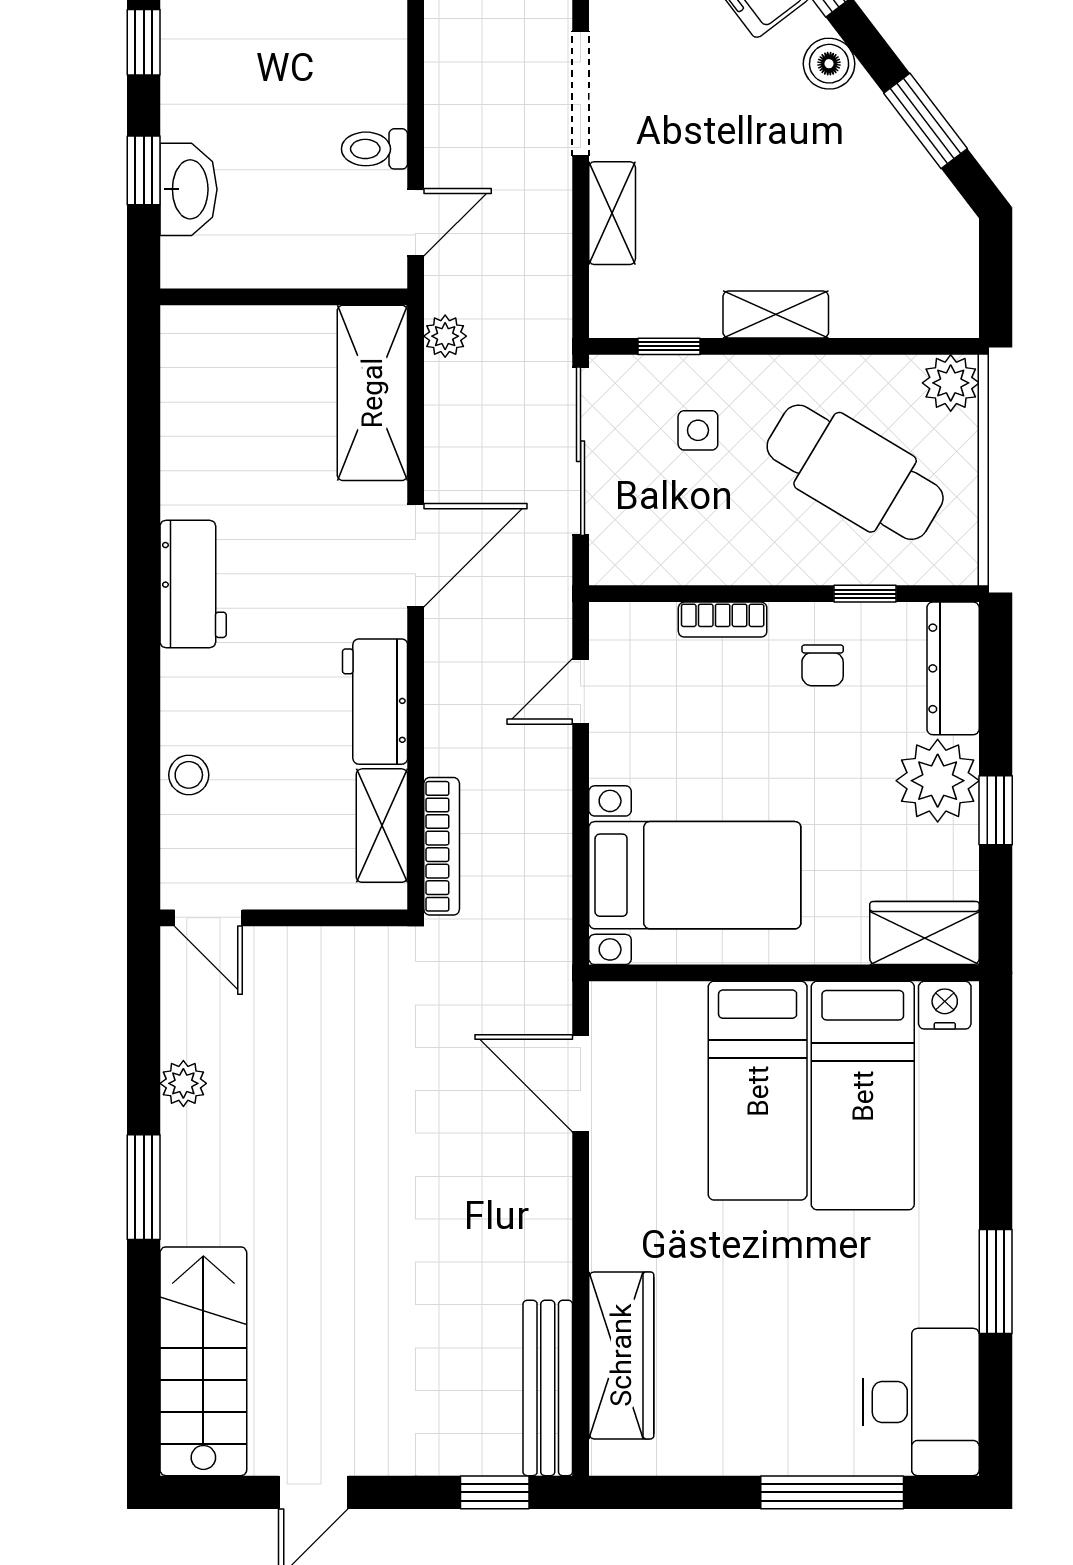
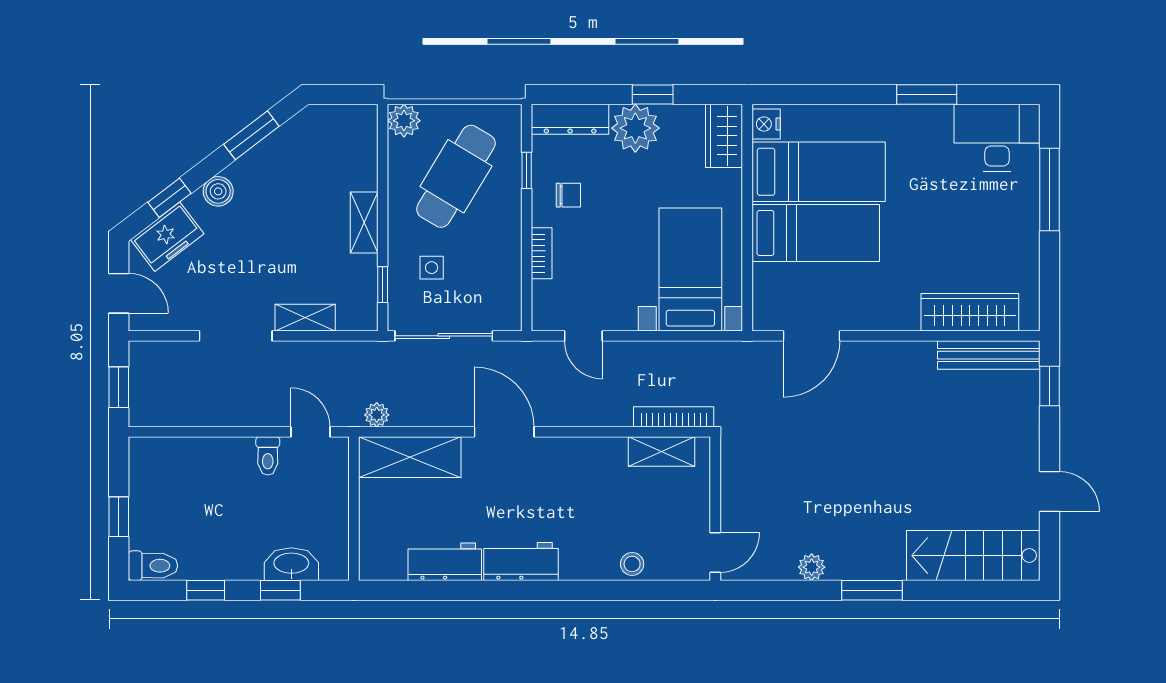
workbench: (375, 702) -> (445, 562), moved, turned 180

